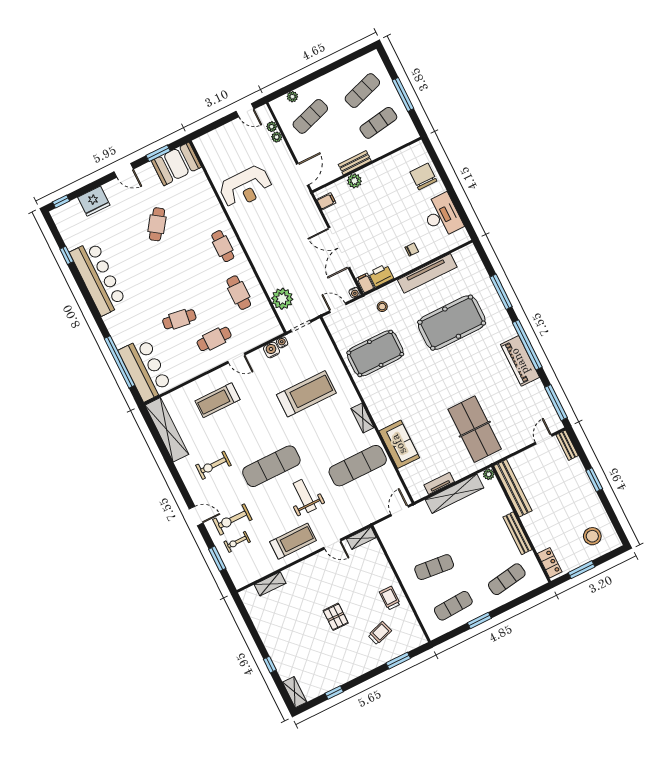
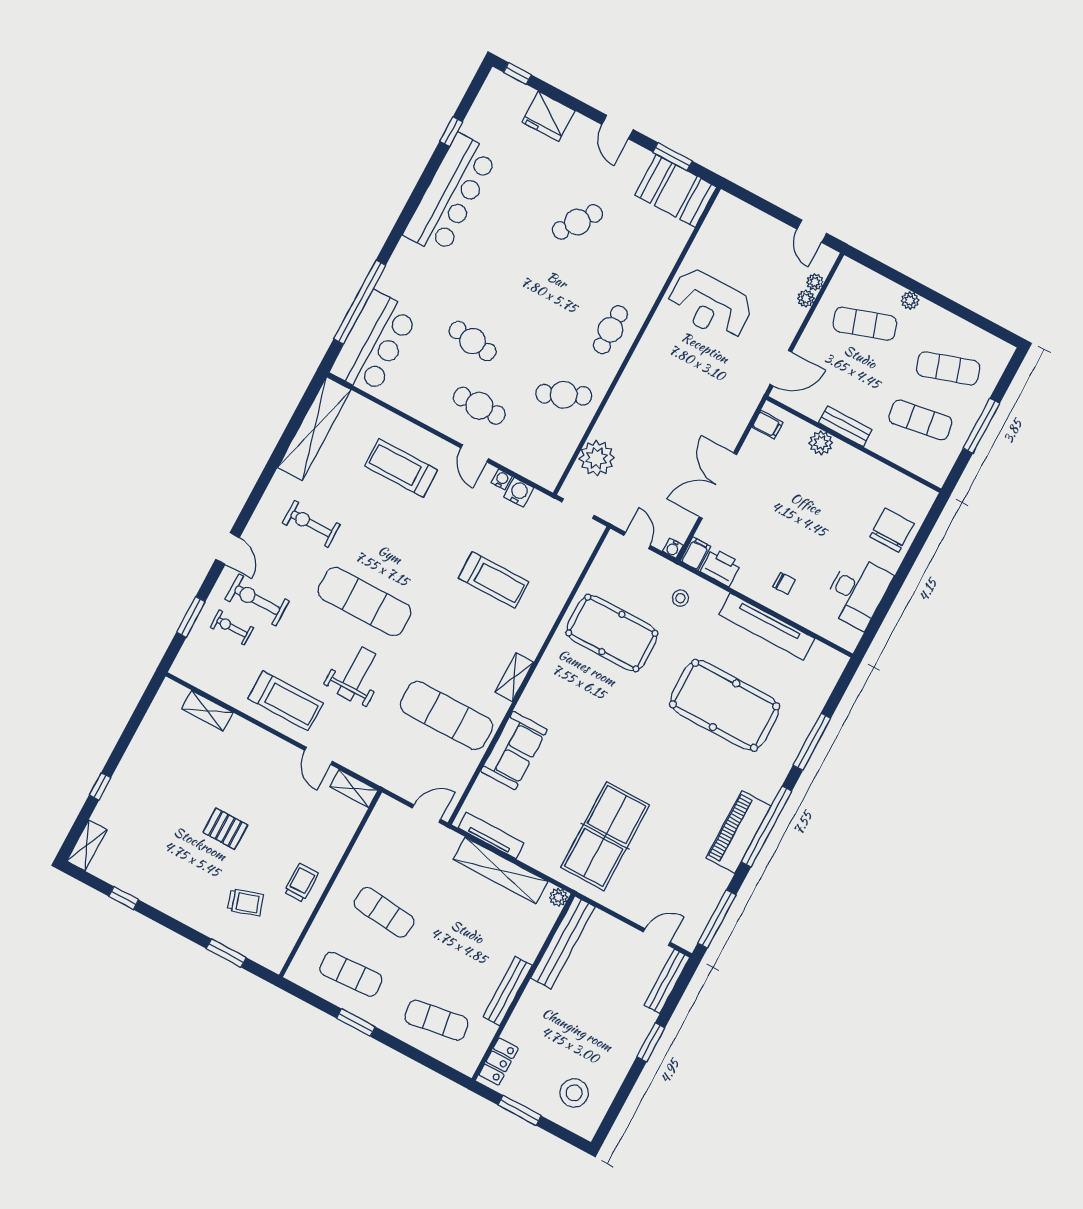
plant: (292, 97) -> (910, 300), moved
cafe table: (239, 293) -> (564, 395), turned 65
water cooler: (282, 342) -> (502, 479), moved
treadmill: (306, 394) -> (493, 580), width x0.73, depth x0.73
bench: (567, 445) -> (667, 981), width x1.36
tv unit: (439, 483) -> (491, 836), width x1.41
pallet: (336, 617) -> (225, 829), turned 90

